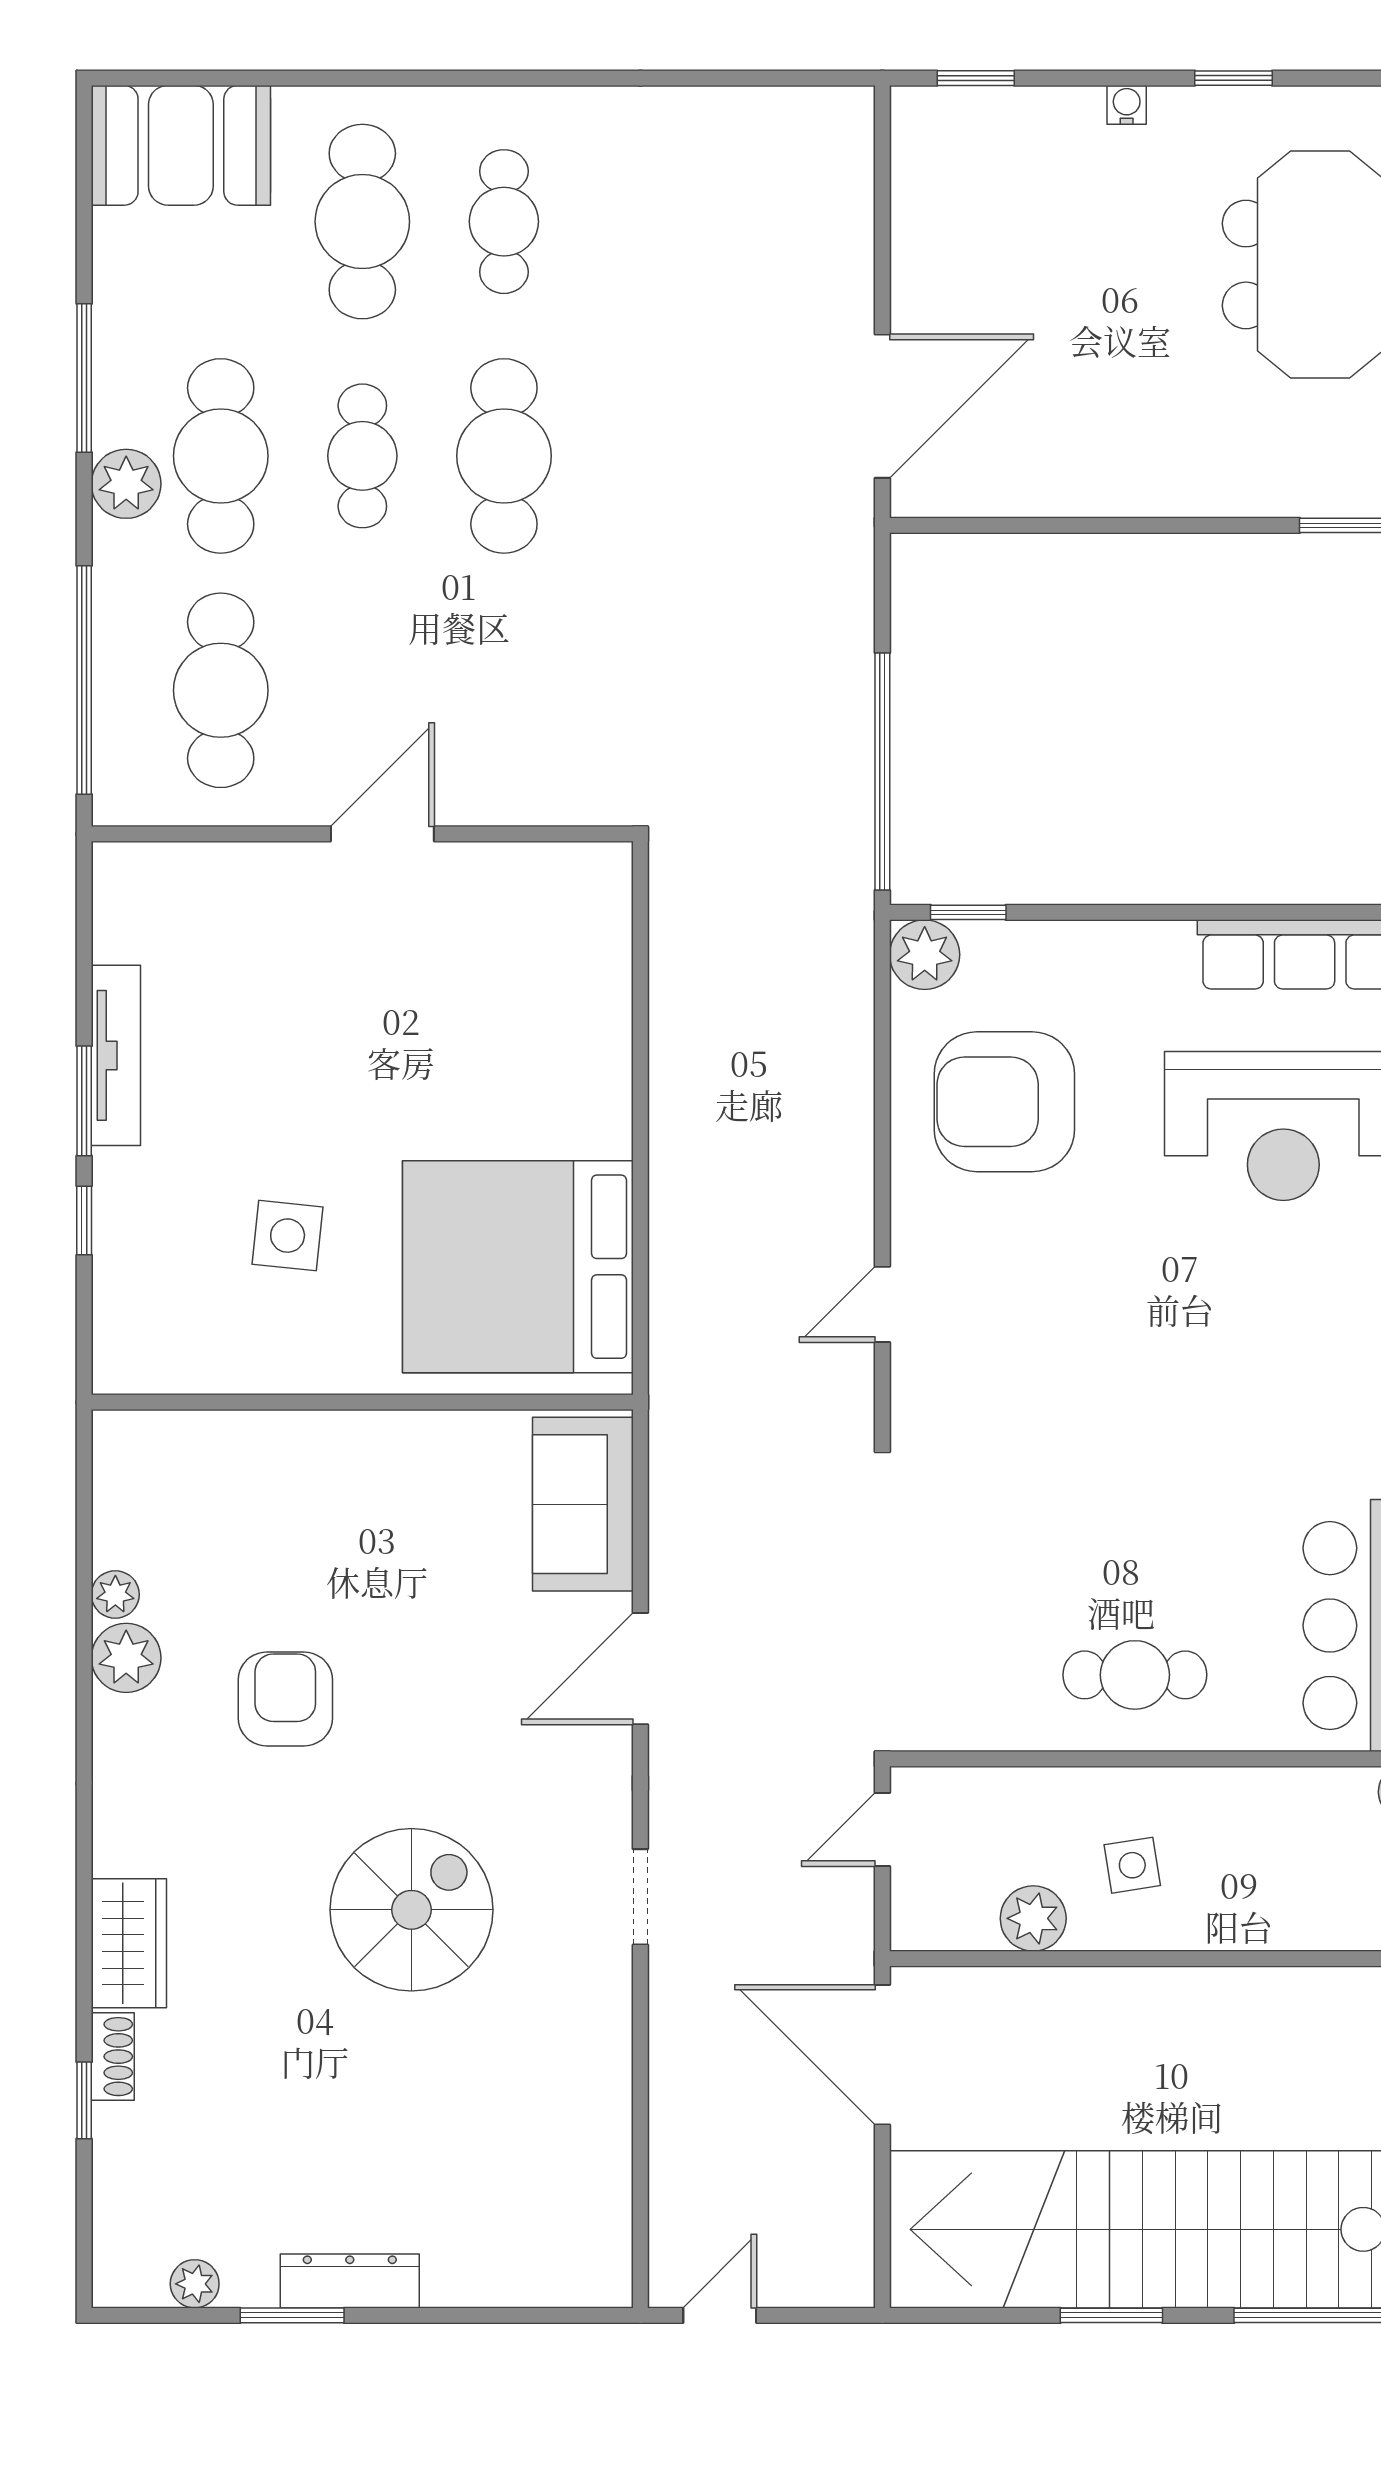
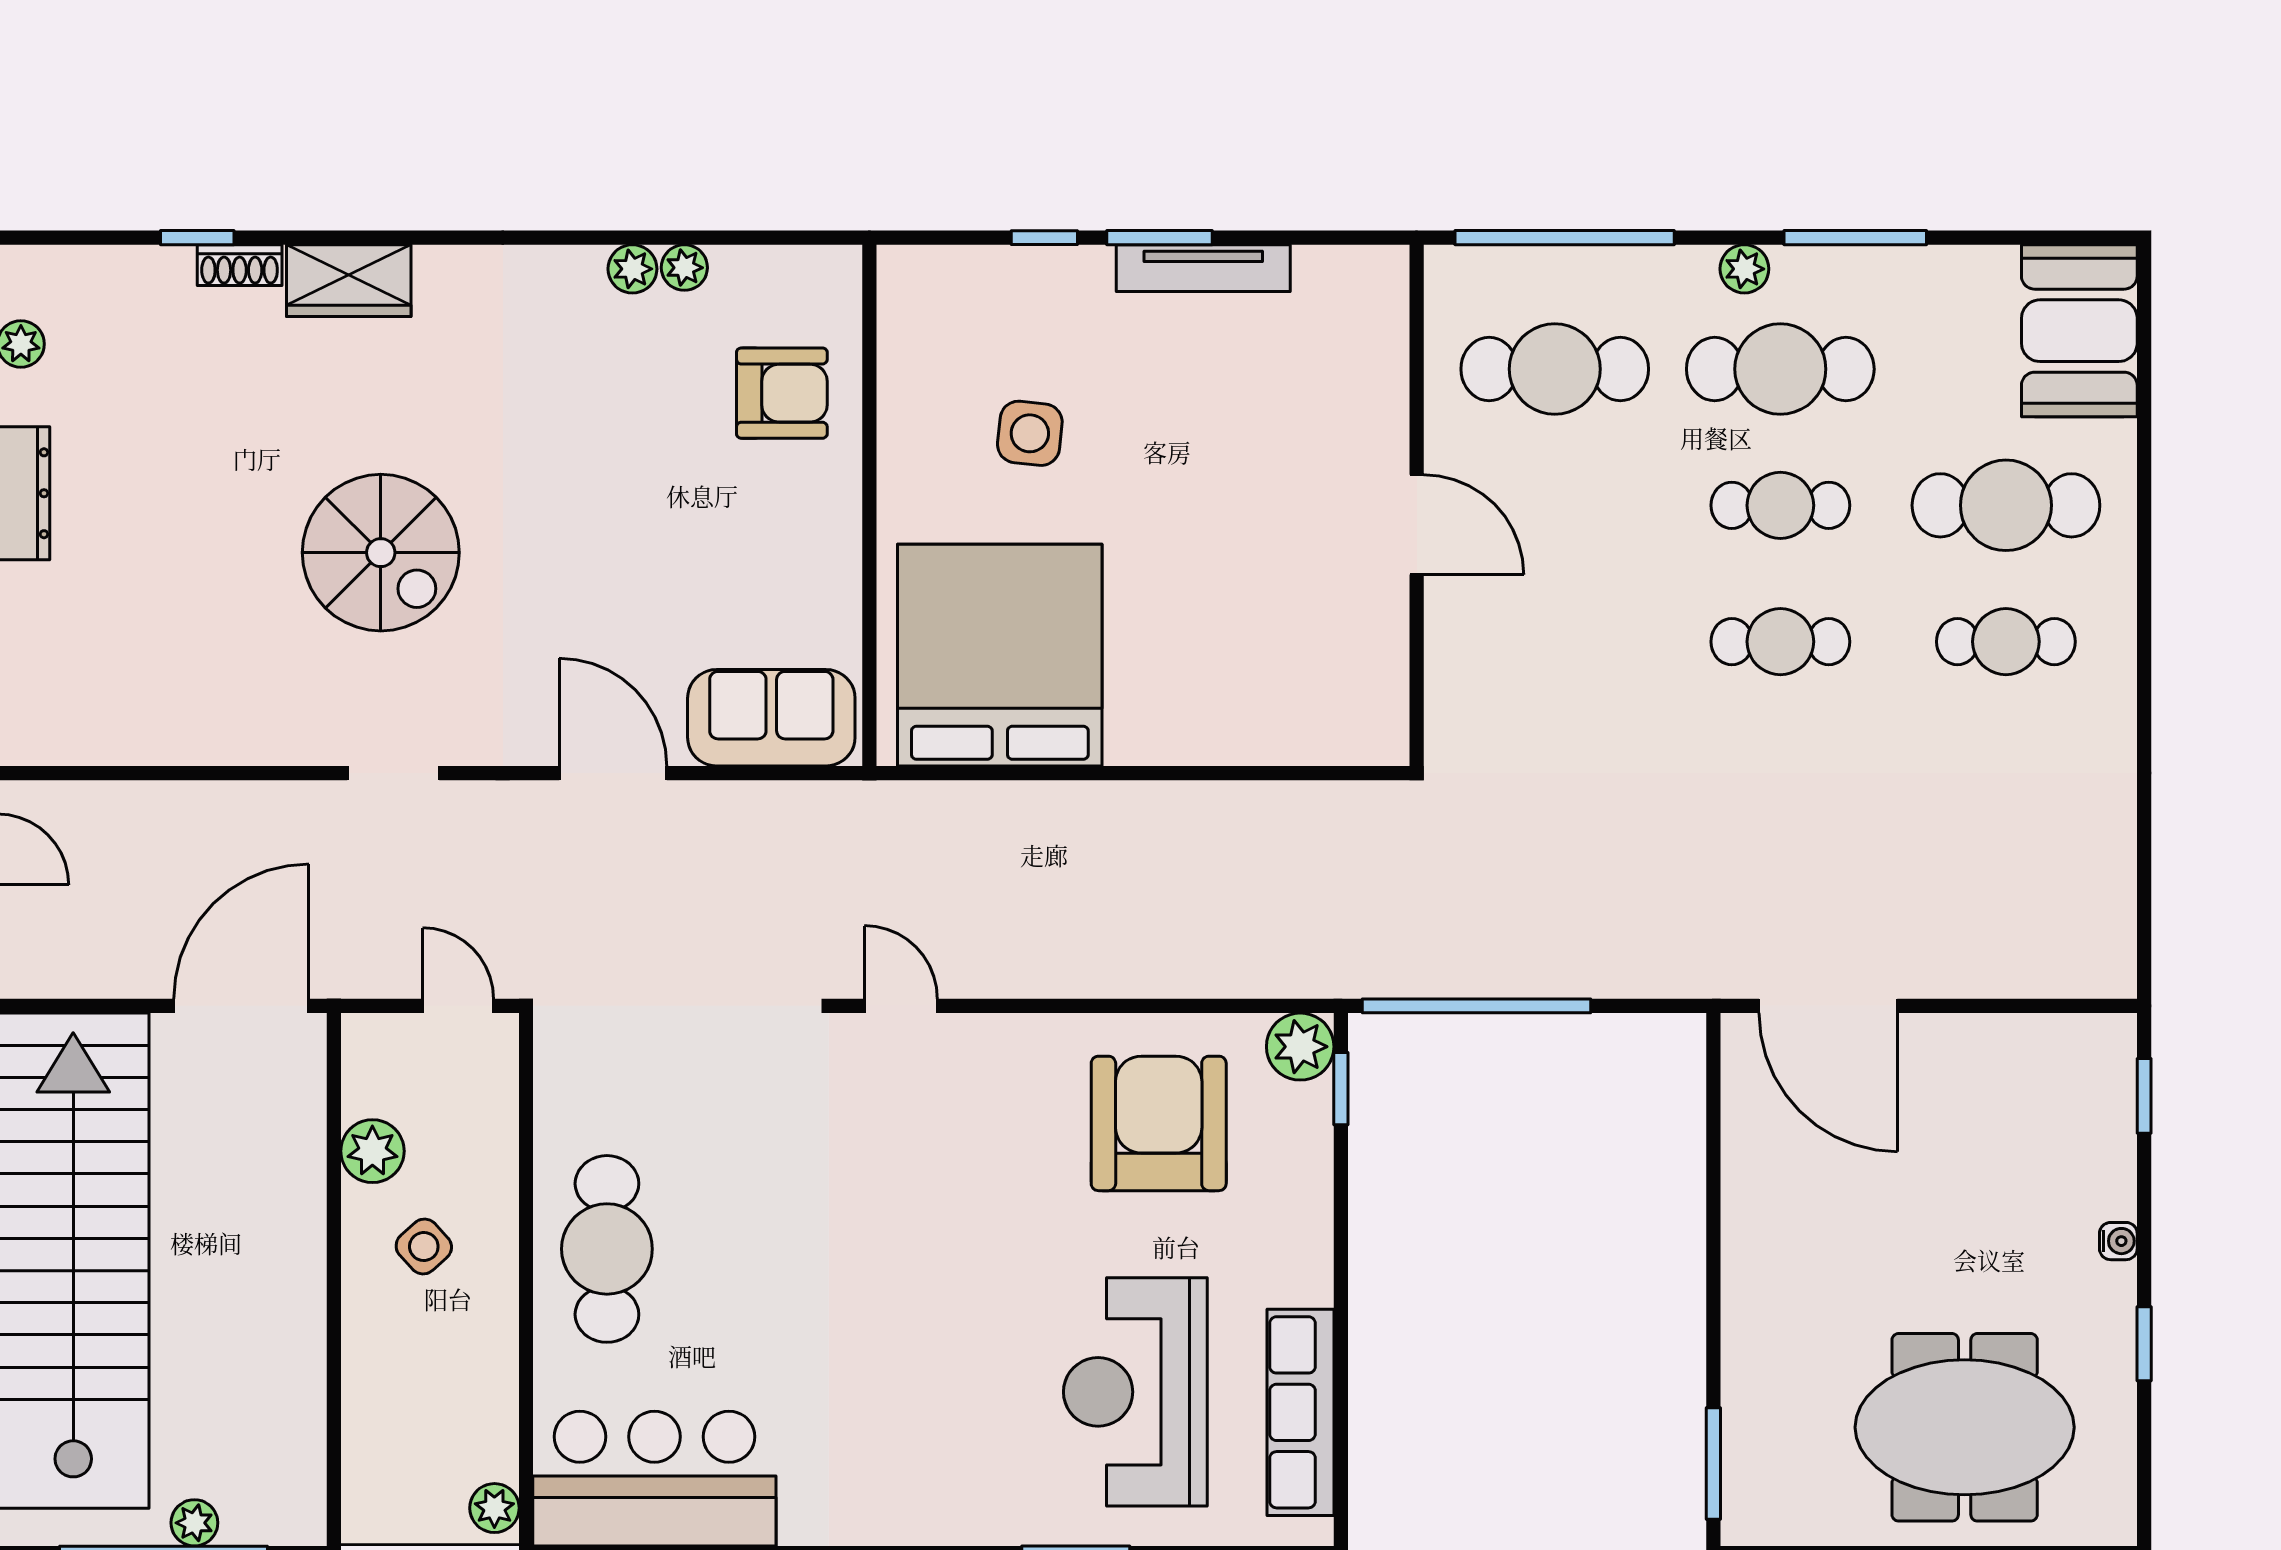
cafe table: (504, 456) -> (1780, 642), width x0.73, depth x0.74
plant: (126, 484) -> (1744, 269), width x0.73, depth x0.73
door: (882, 1304) -> (901, 1006), moved
plant: (126, 1658) -> (632, 269), width x0.73, depth x0.73
cafe table: (1135, 1675) -> (607, 1249), width x1.37, depth x1.35
armchair: (285, 1699) -> (782, 393), moved
side table: (1132, 1865) -> (424, 1246), turned -33

